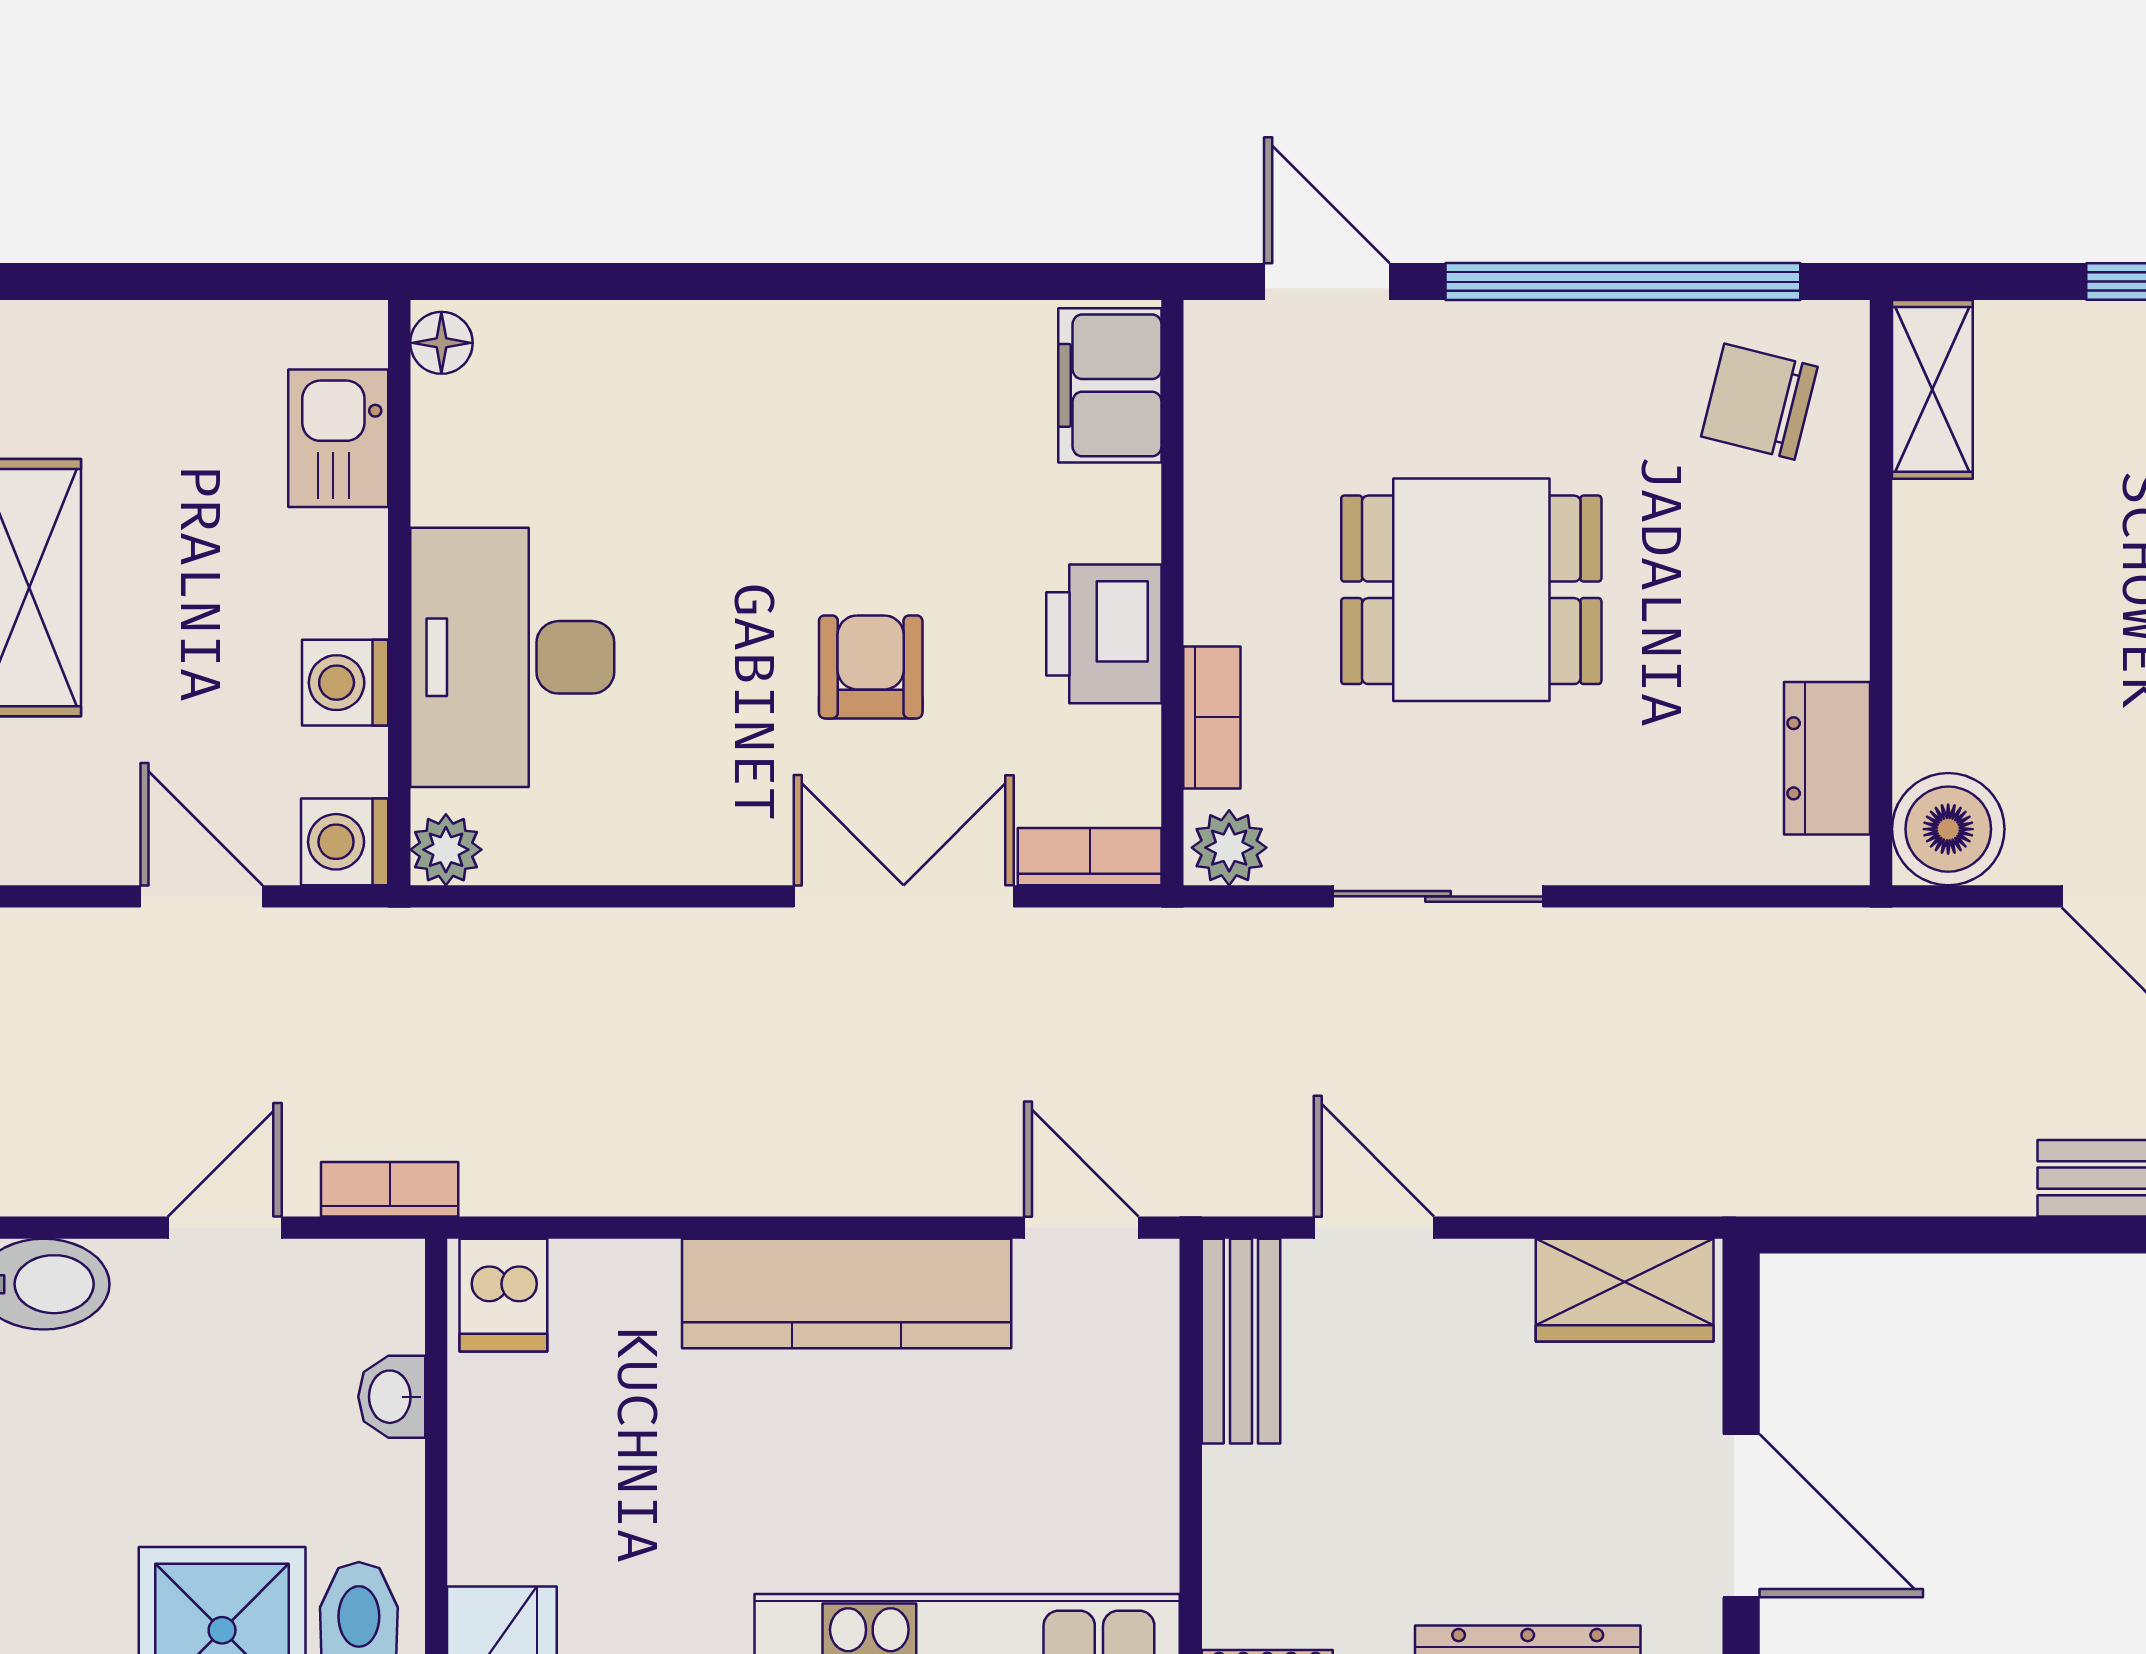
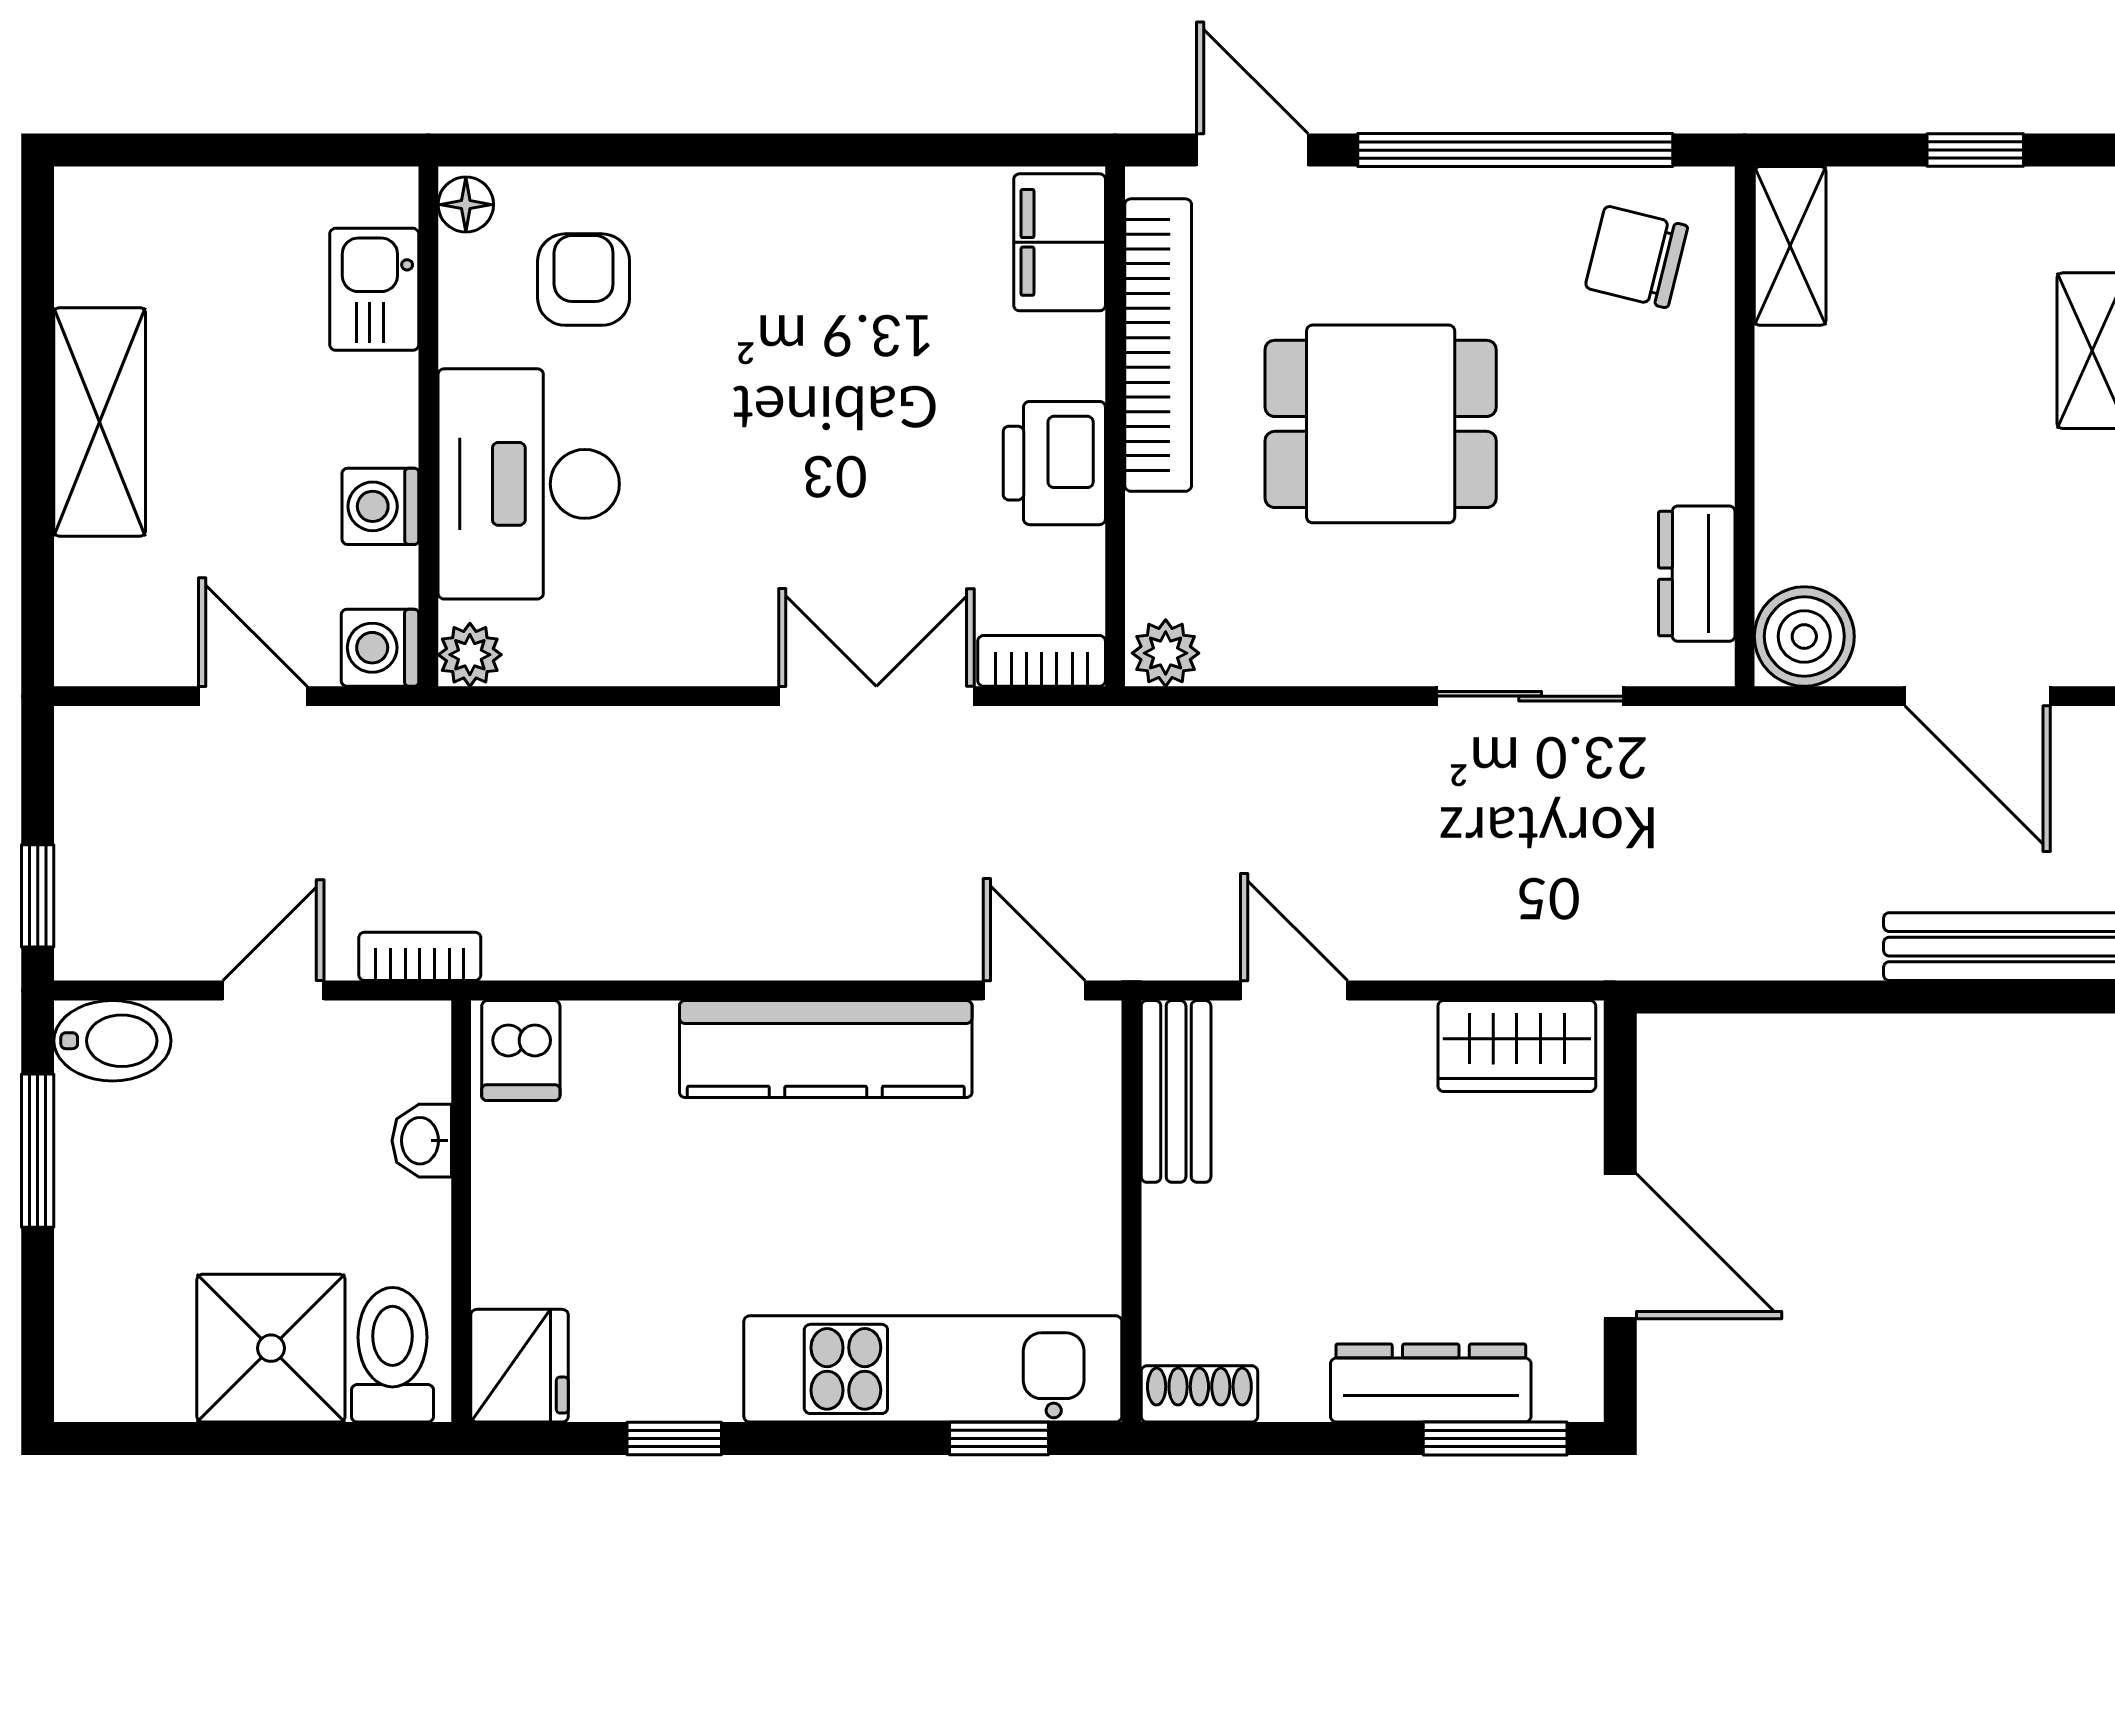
armchair: (871, 667) -> (584, 280), moved
bookcase: (1212, 717) -> (1158, 345), moved, width x2.31, depth x1.31
sliding door: (1438, 896) -> (1530, 696), moved

